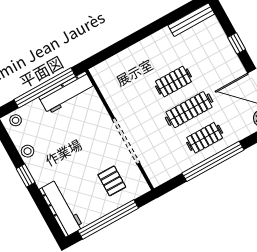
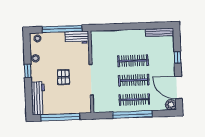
clothes rail: (173, 82) -> (133, 61), width x1.36
workbench: (67, 93) -> (77, 37), width x0.73
clothes rail: (205, 138) -> (134, 99), width x1.36
pallet: (112, 181) -> (63, 77), moved

